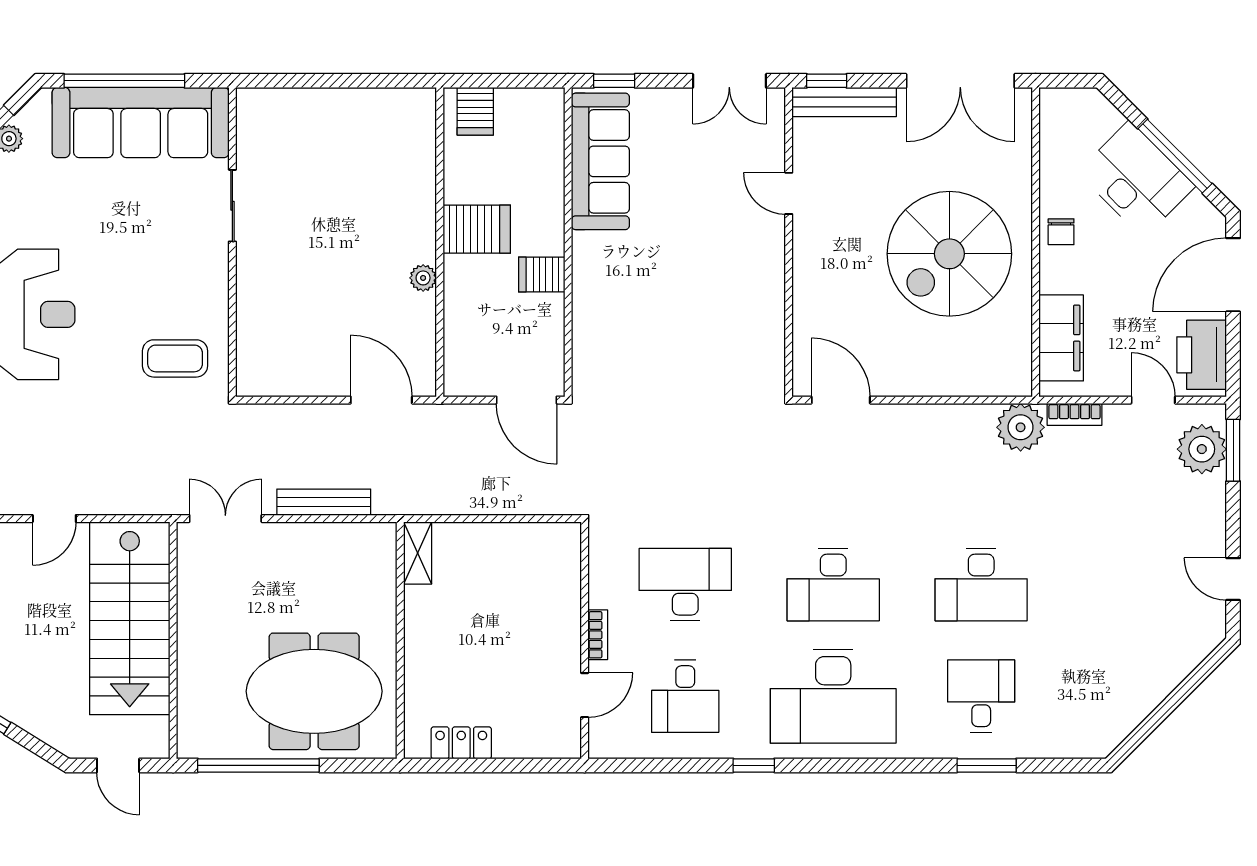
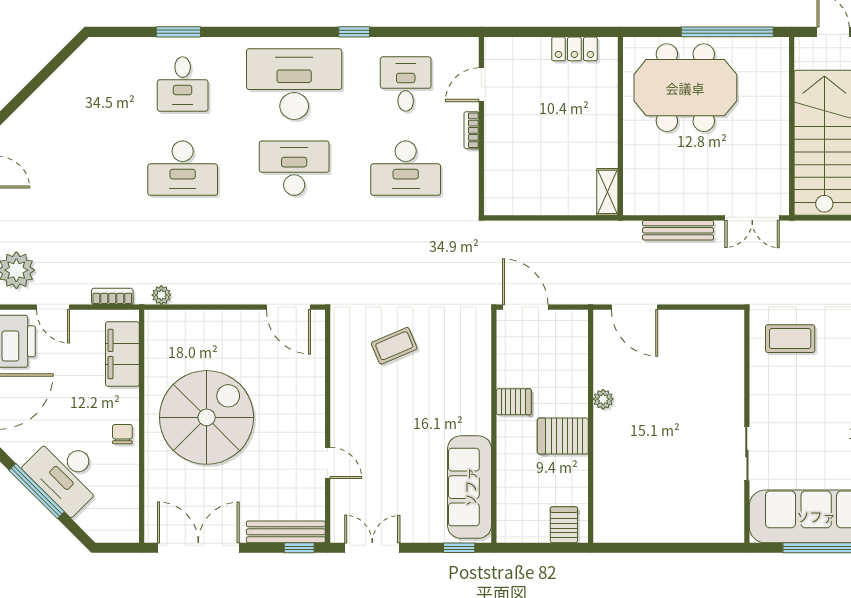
coffee table: (700, 349) -> (394, 346), added
plant: (1021, 427) -> (161, 295), width x0.53, depth x0.53
desk: (981, 585) -> (183, 168), turned 180

